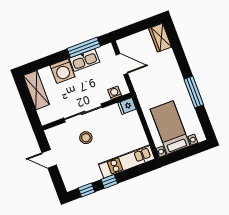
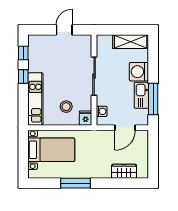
wardrobe: (160, 38) -> (124, 171), moved
stool: (86, 138) -> (66, 107), moved

